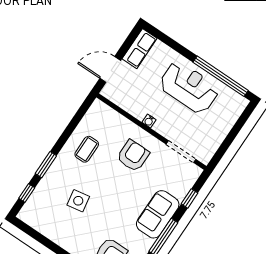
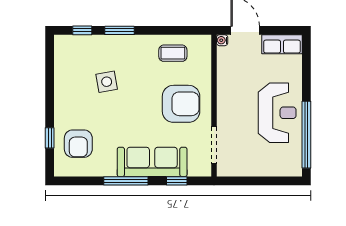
water cooler: (149, 121) -> (222, 40), moved
coffee table: (87, 149) -> (173, 53), moved
armchair: (133, 156) -> (181, 104), width x1.36, depth x1.36
sofa: (158, 214) -> (152, 162), width x1.36

